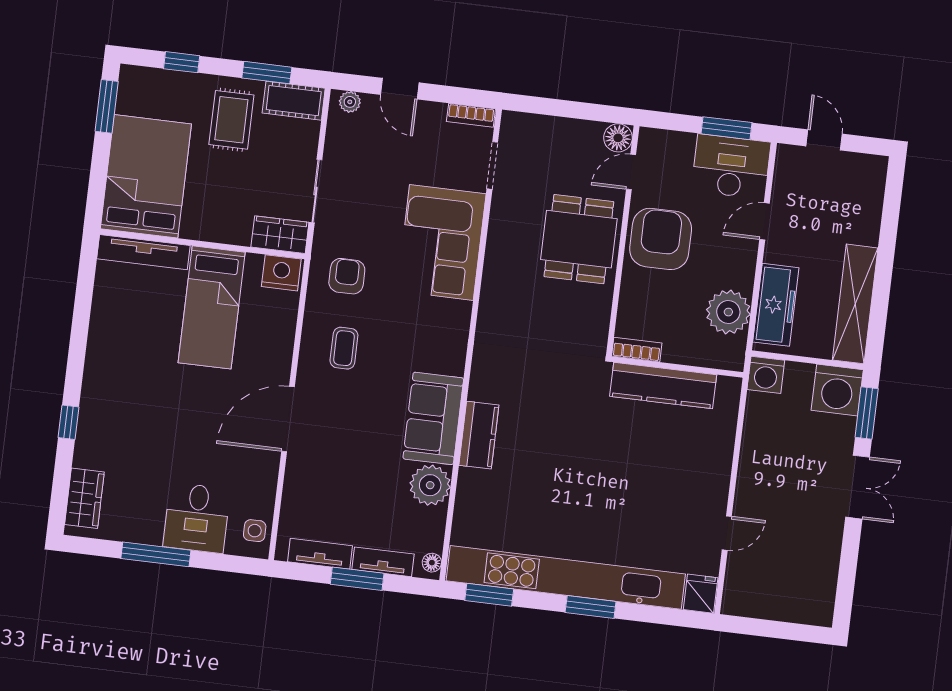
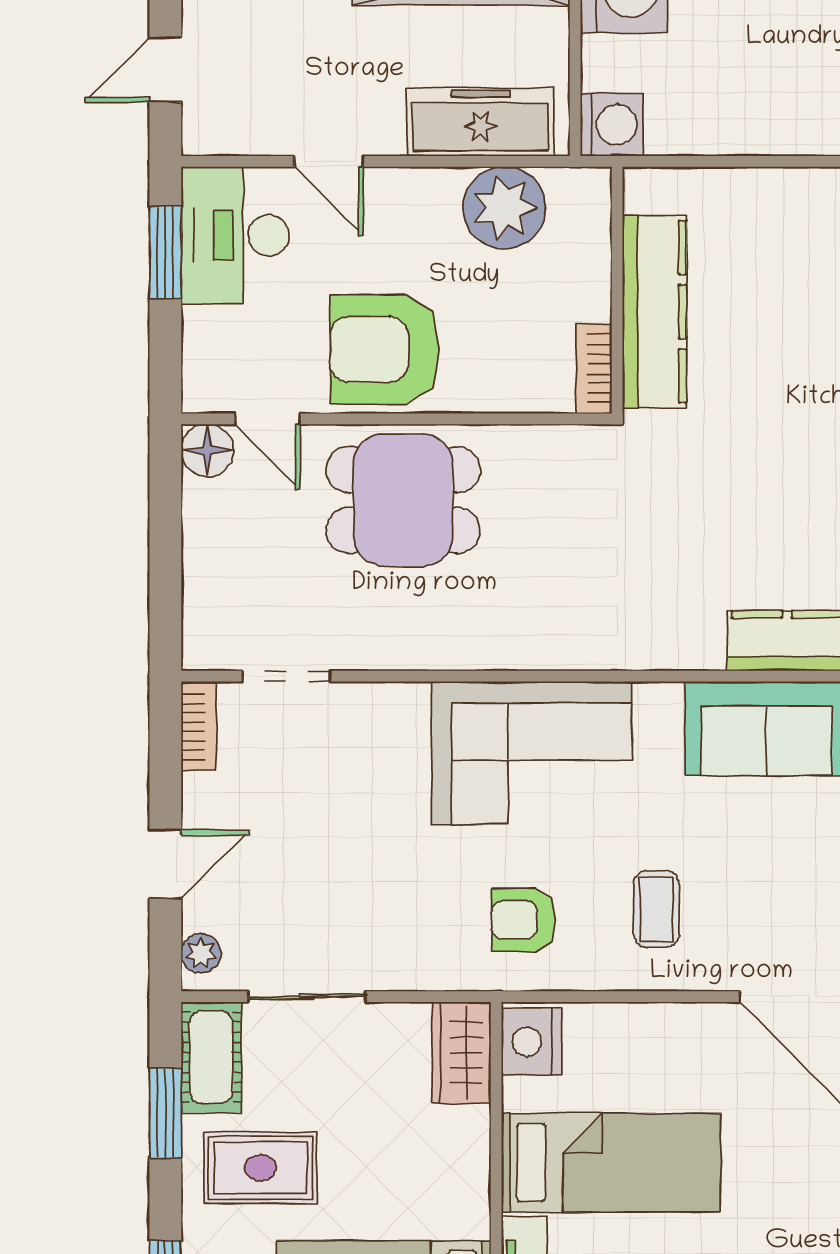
sliding door: (316, 191) -> (307, 997), moved
corner sofa: (441, 242) -> (532, 753), moved
coffee table: (344, 348) -> (657, 909), turned 90

